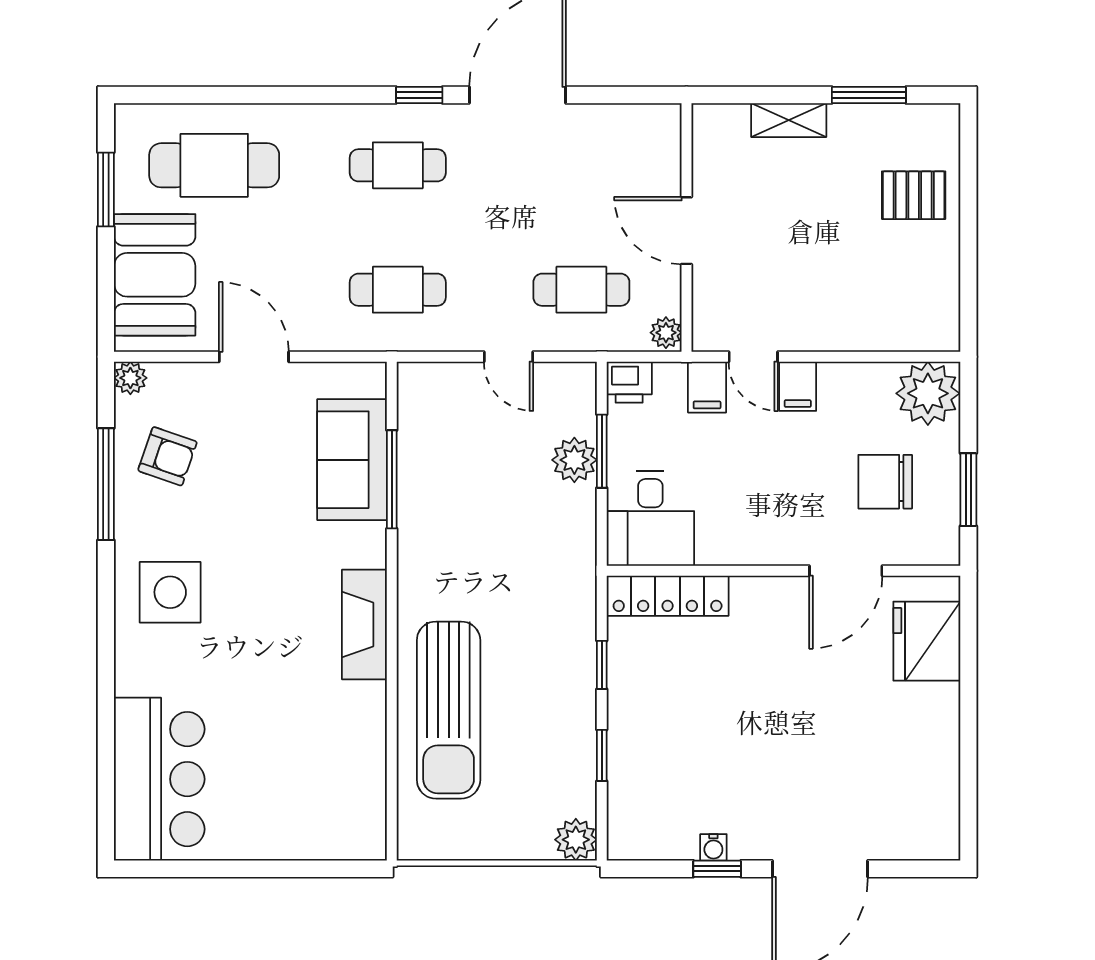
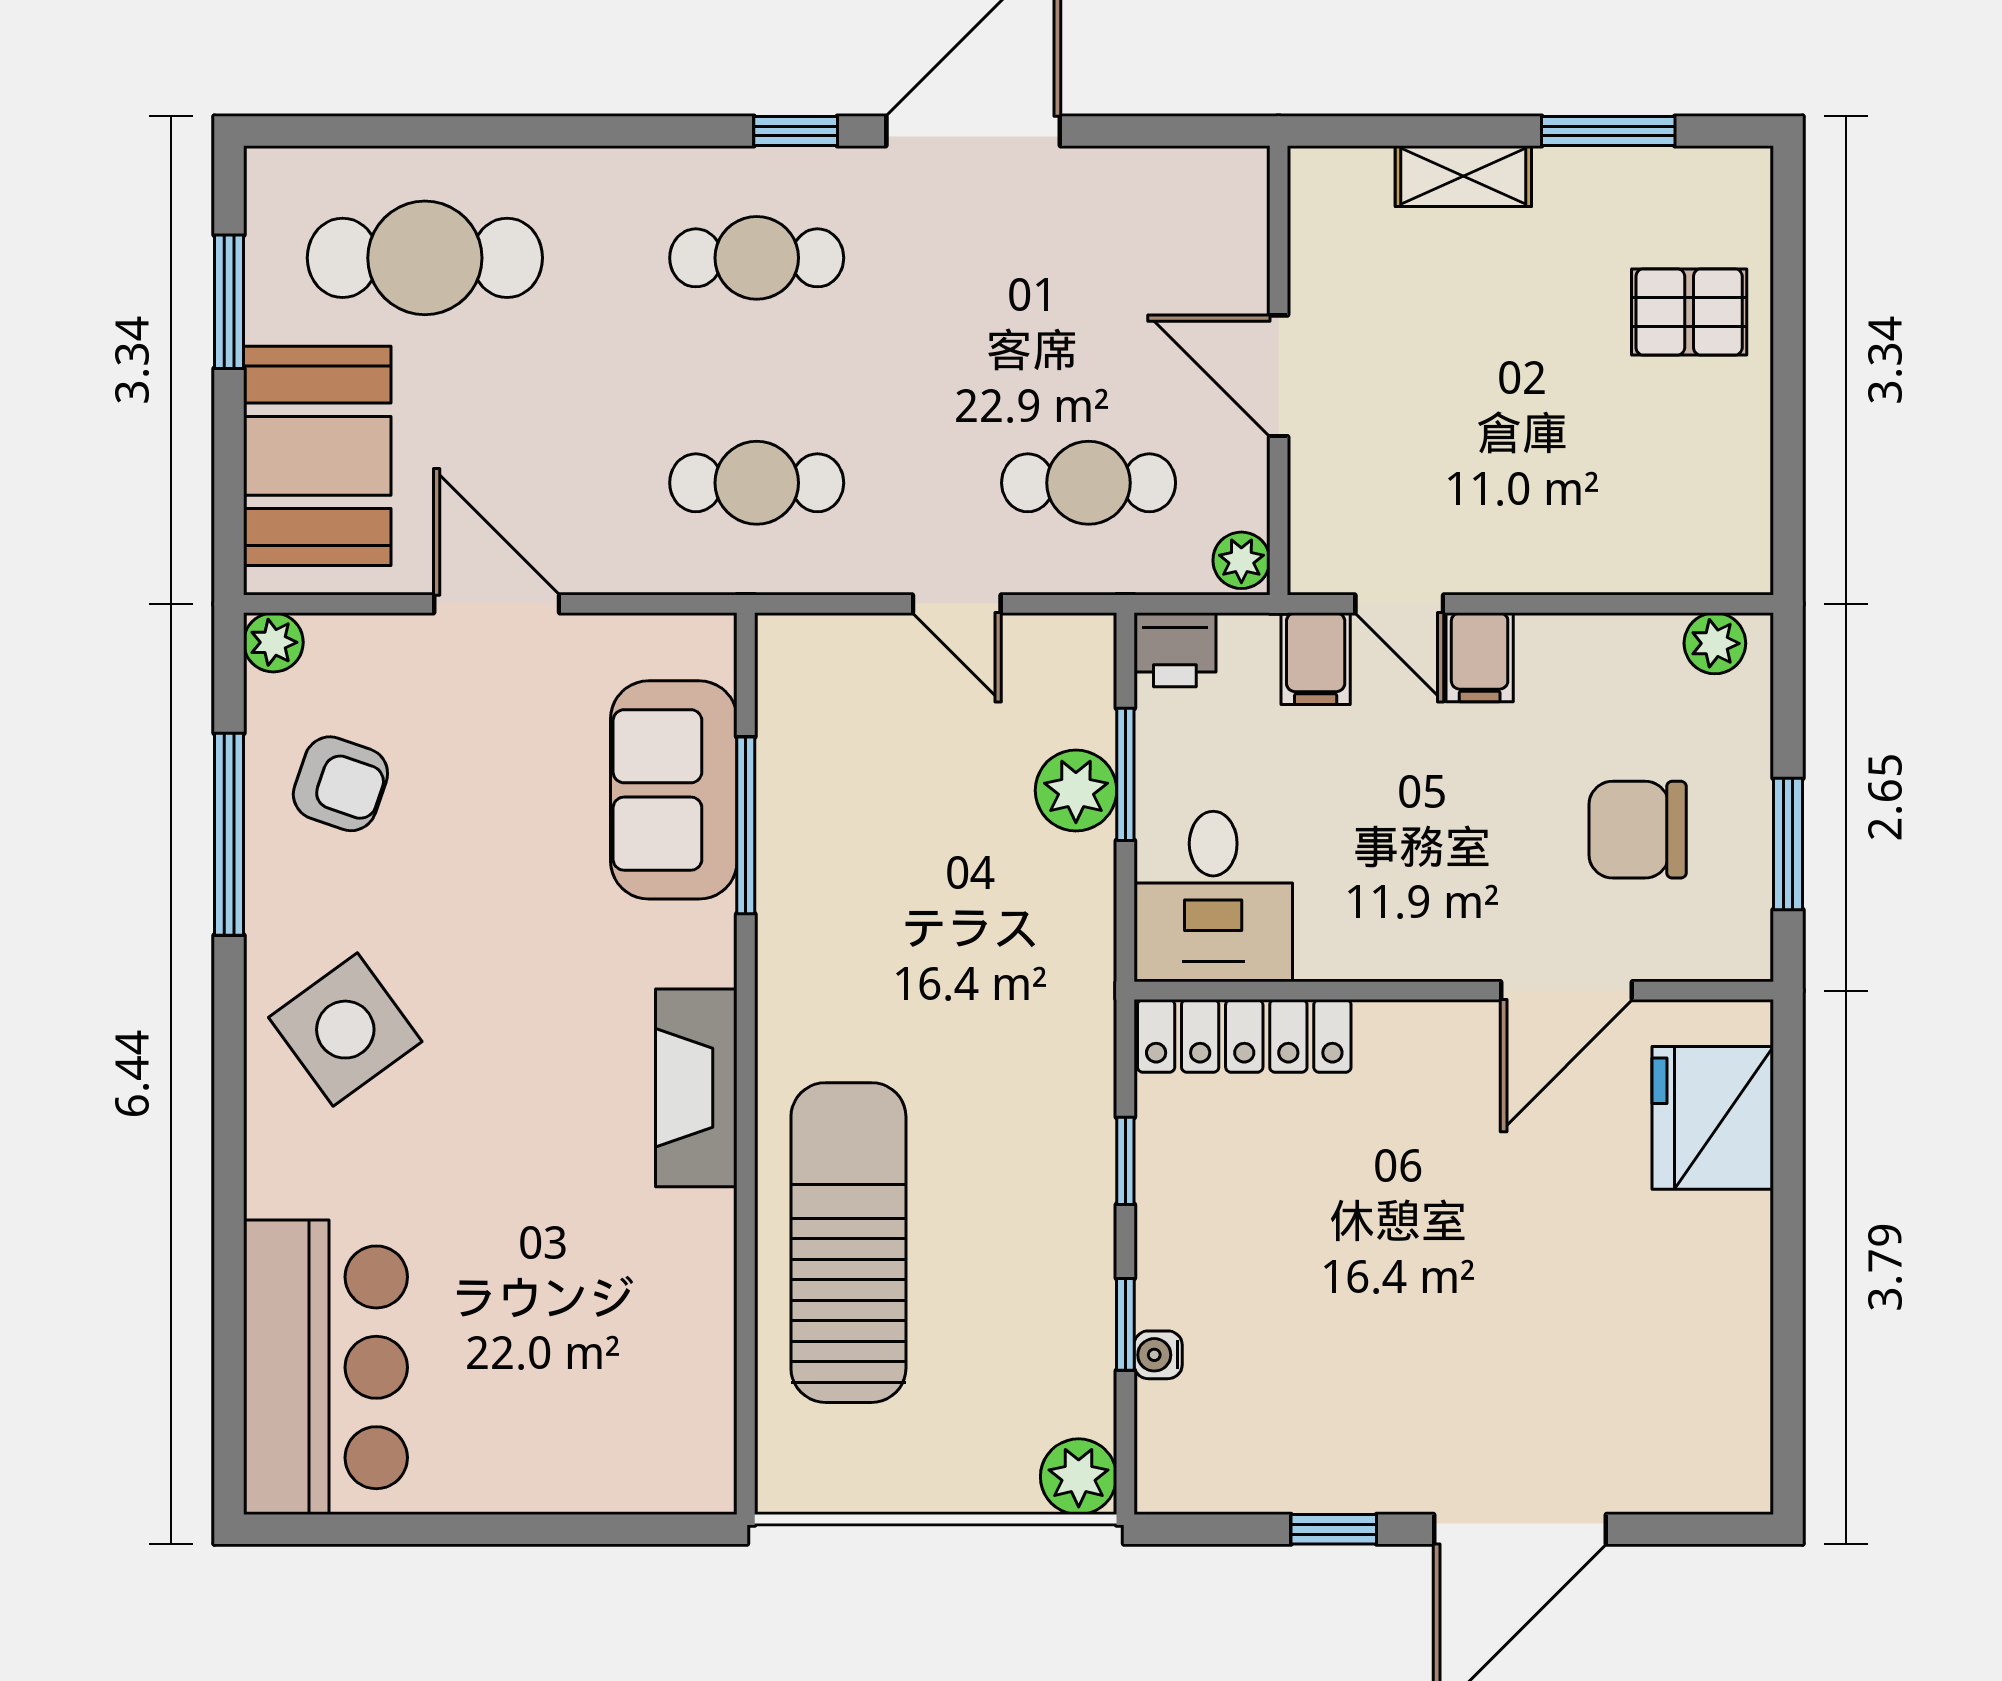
plant: (928, 393) -> (1715, 643), width x0.53, depth x0.53
side table: (170, 592) -> (345, 1030), turned -36
sun lounger: (449, 710) -> (848, 1243), turned 180
water cooler: (713, 847) -> (1158, 1355), moved, turned 90

